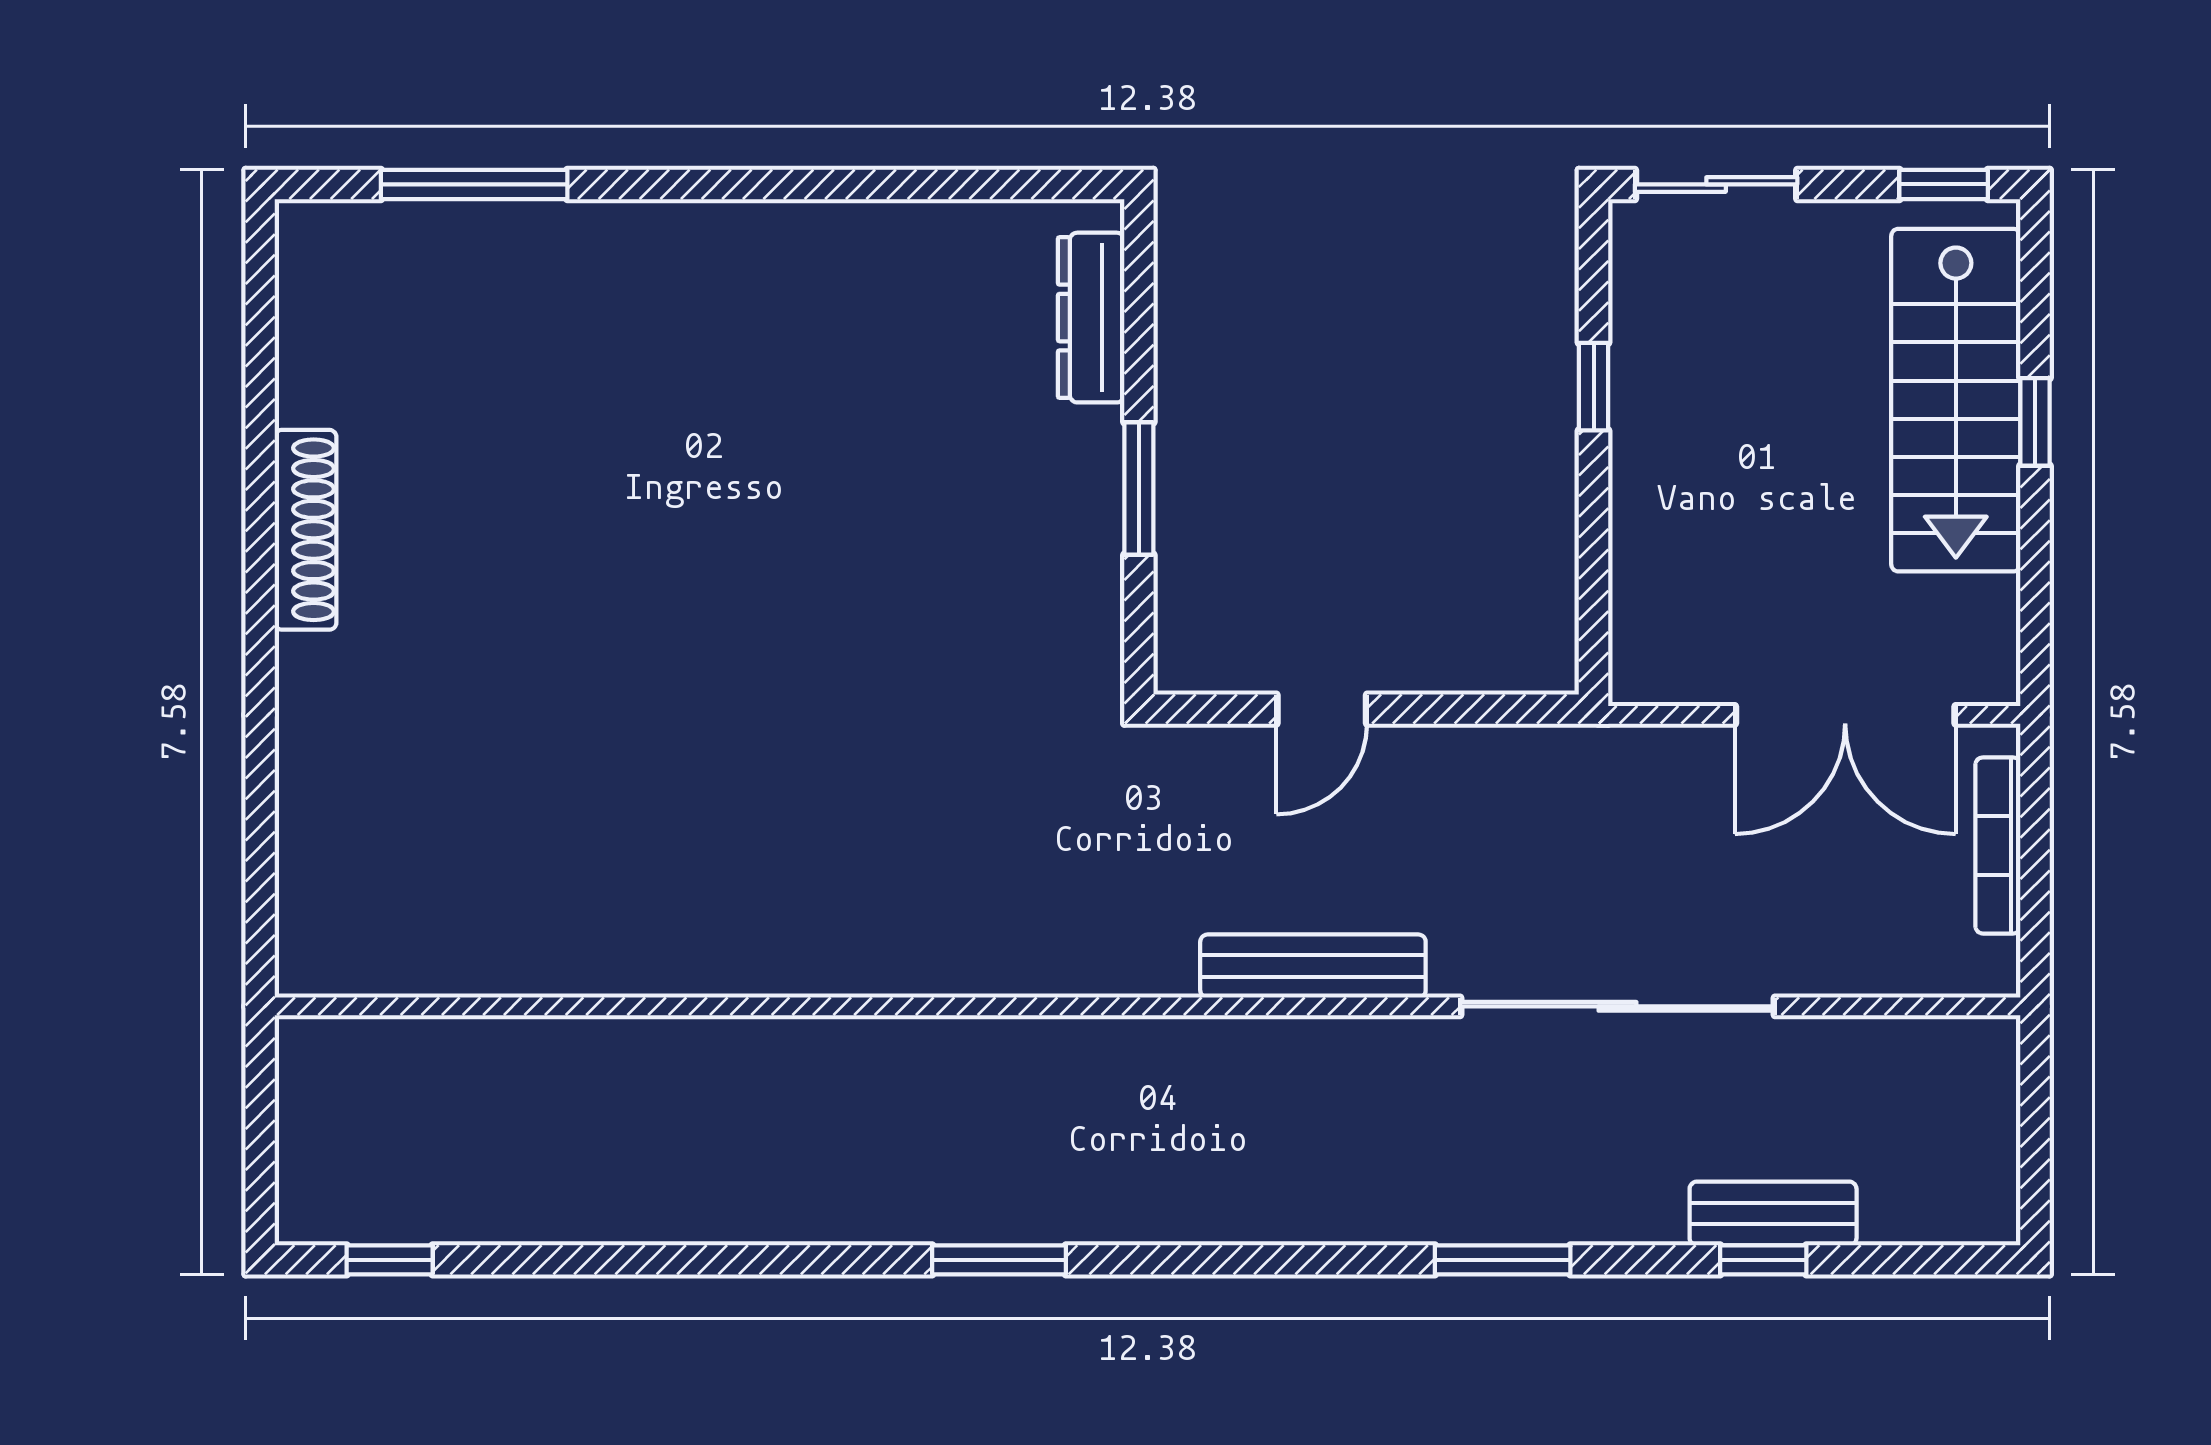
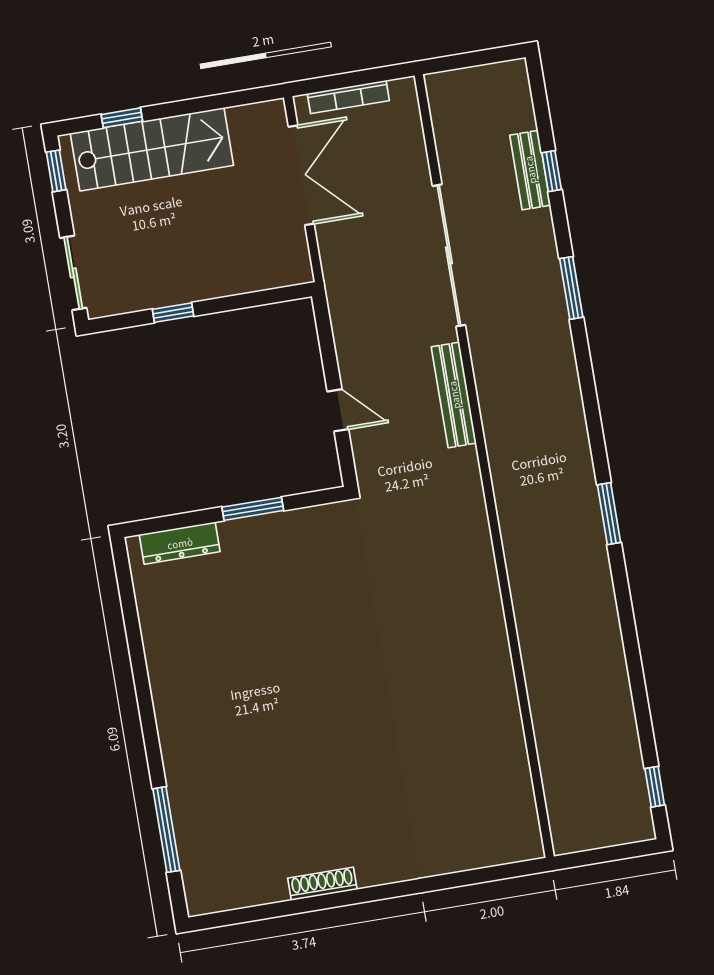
window: (2035, 422) -> (122, 118), moved
shoe rack: (306, 530) -> (322, 884), width x0.74, depth x0.81

